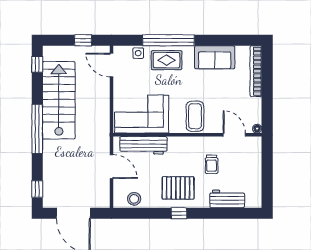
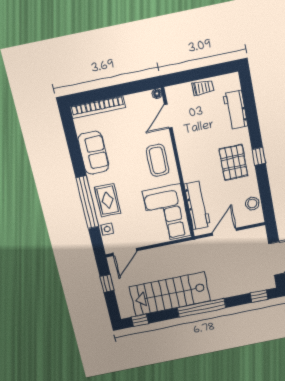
coffee table: (195, 116) -> (158, 160), turned 90
trolley: (212, 164) -> (203, 88), moved

